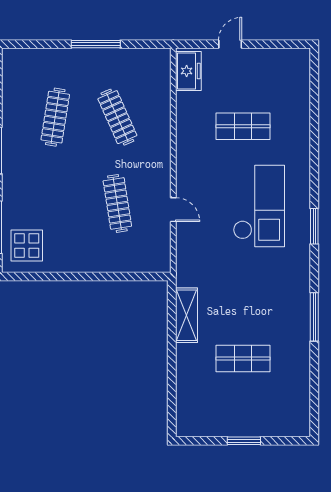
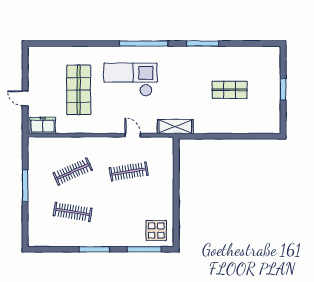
shop shelf: (243, 126) -> (79, 90), width x1.43, depth x1.36
door: (173, 210) -> (133, 135), hinge flipped
window: (314, 226) -> (144, 44), width x2.11
shelving: (186, 315) -> (175, 127), moved
shop shelf: (243, 359) -> (230, 90), turned 90

